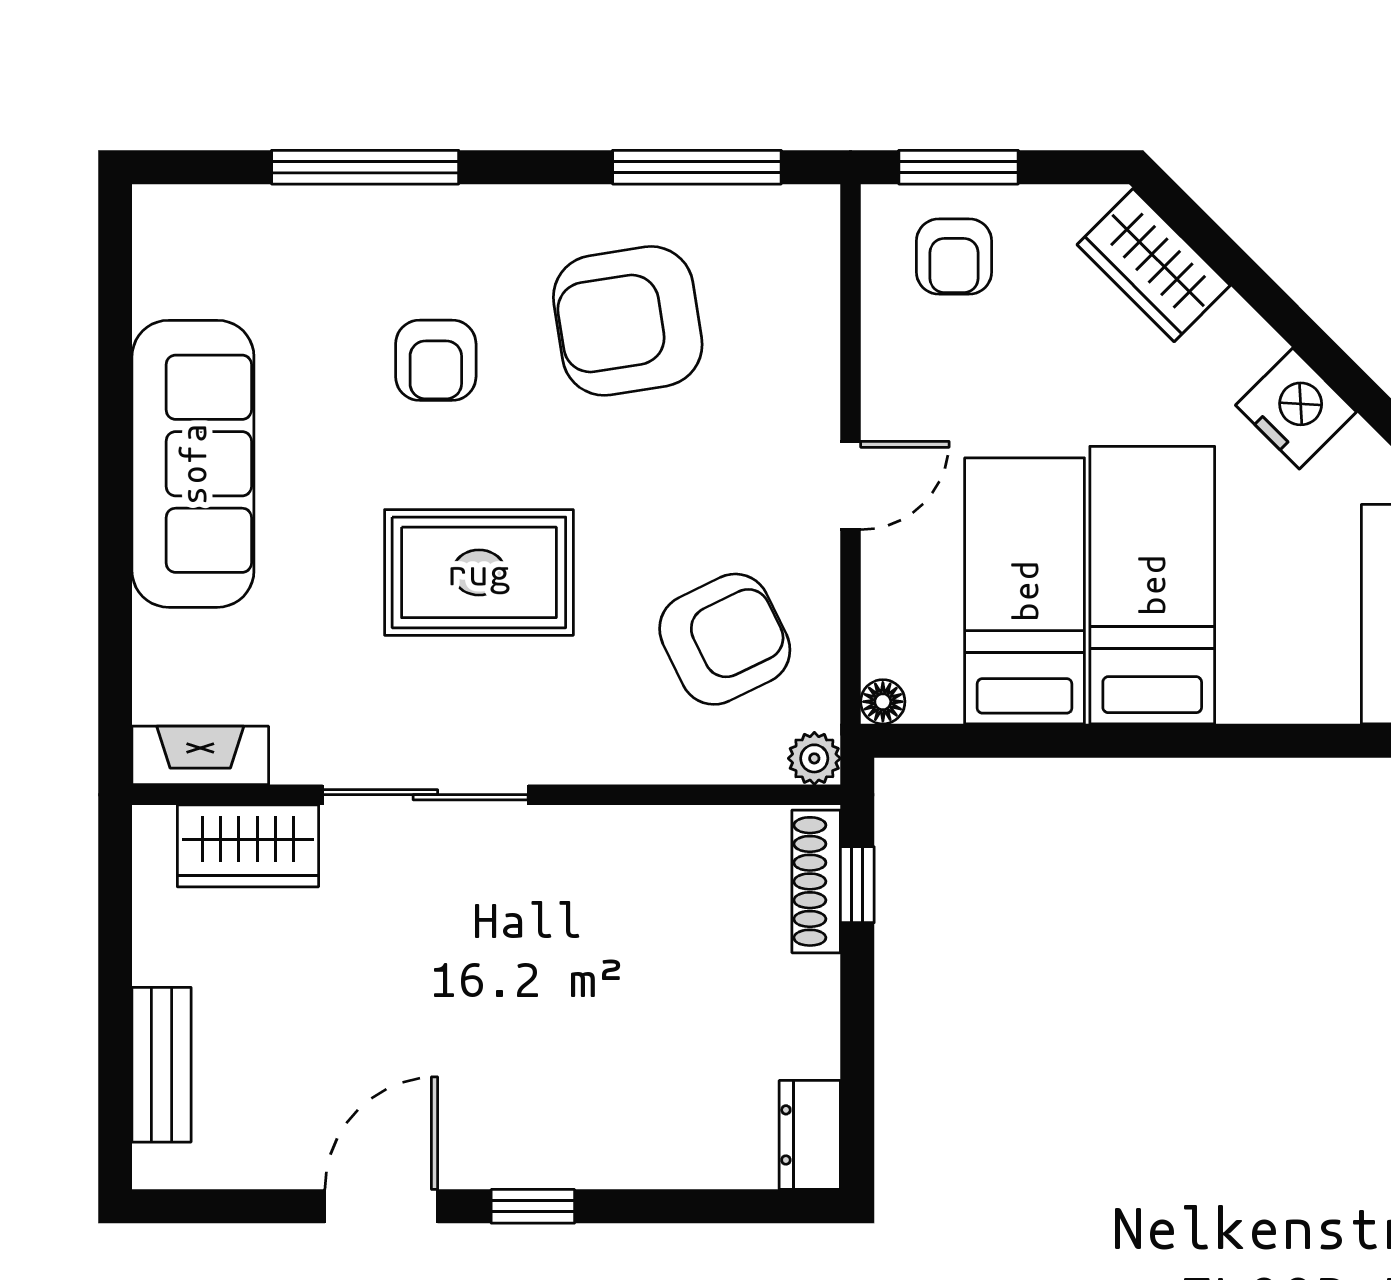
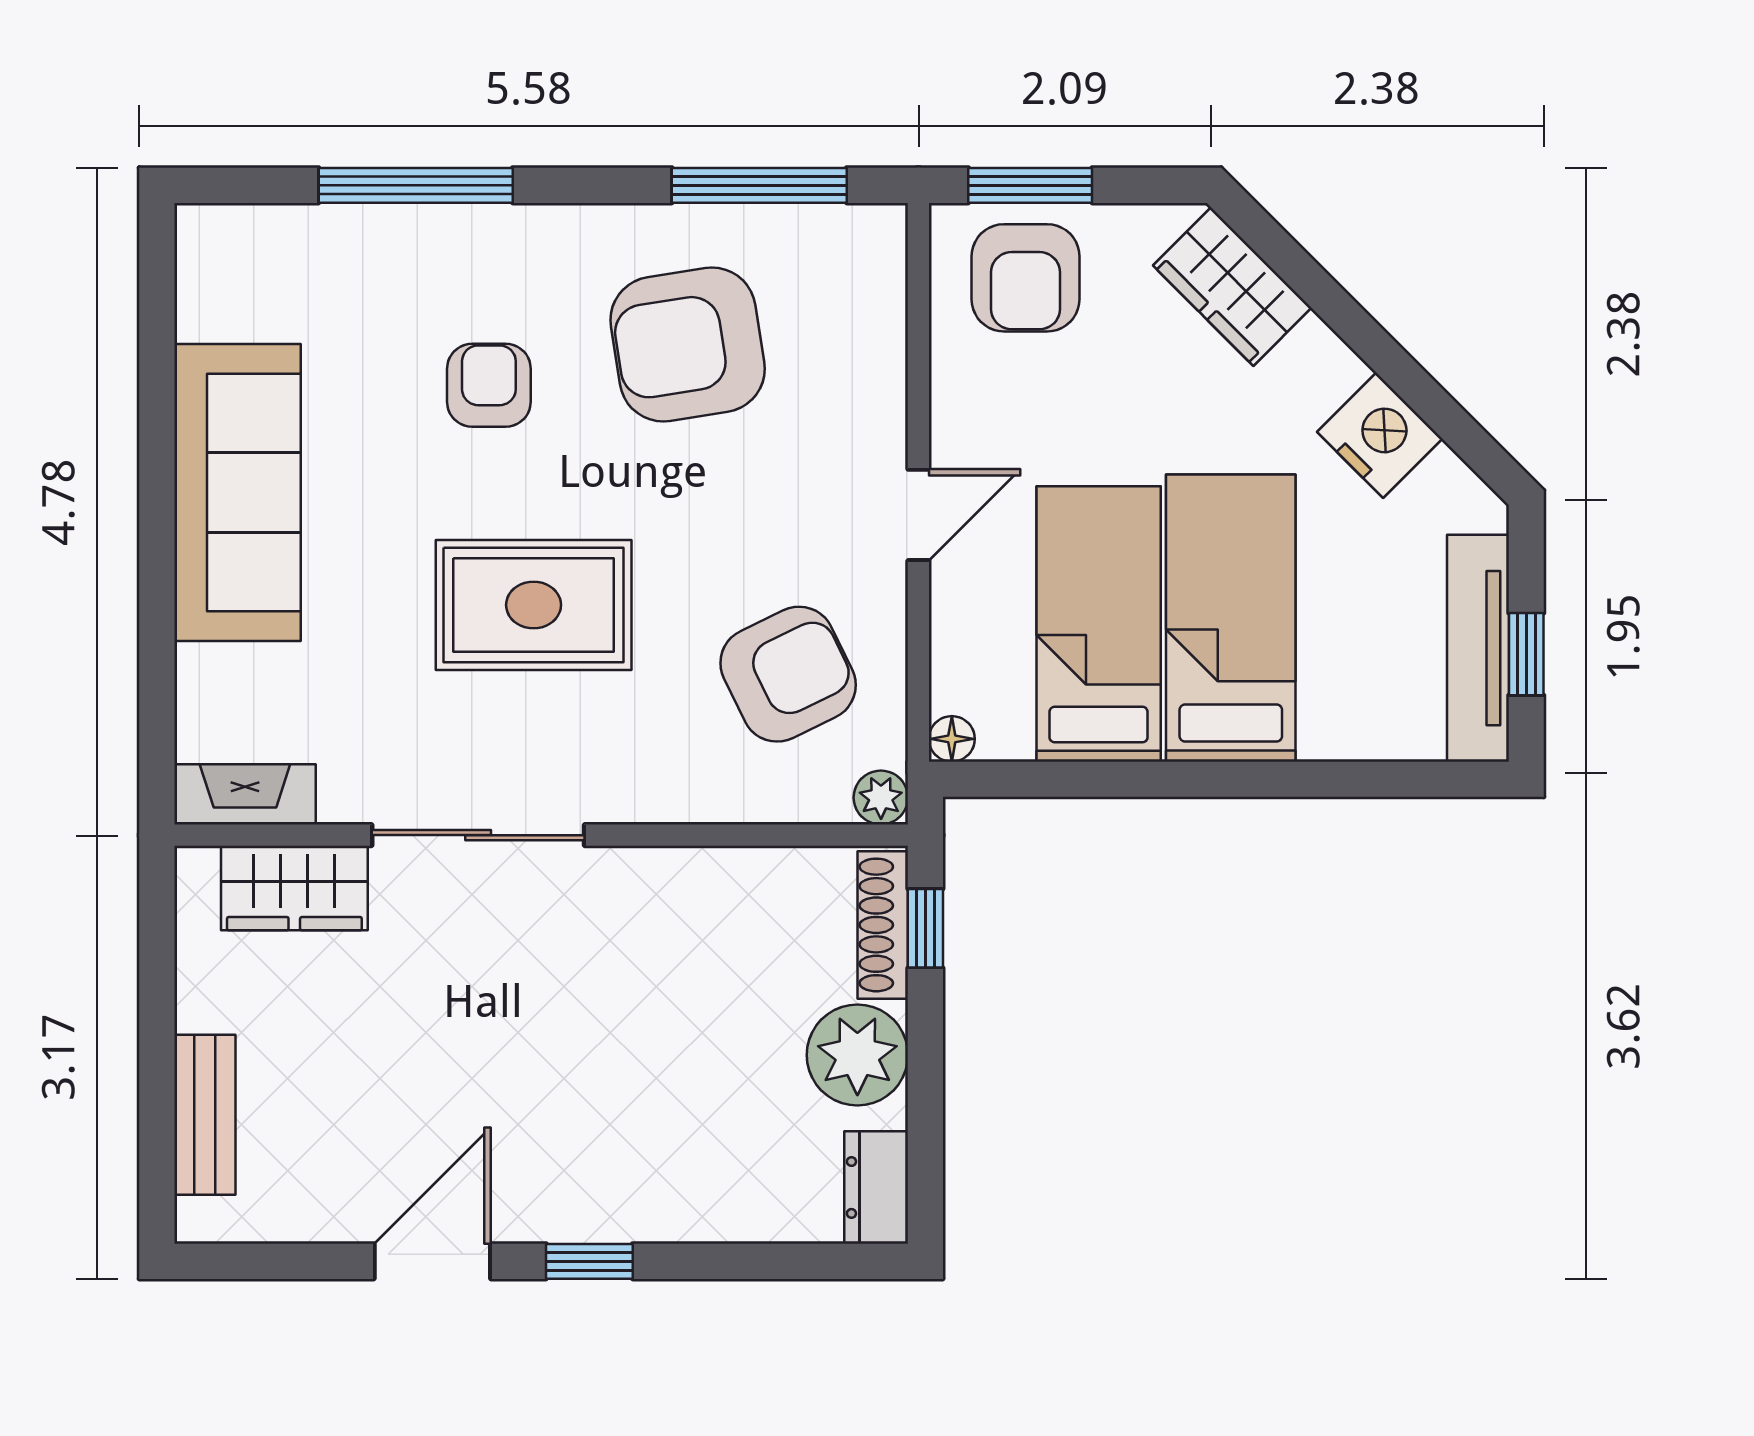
armchair: (954, 256) -> (1026, 278), width x1.38, depth x1.38
armchair: (436, 360) -> (489, 385), turned 180
plant: (792, 1007) -> (857, 1055), added

